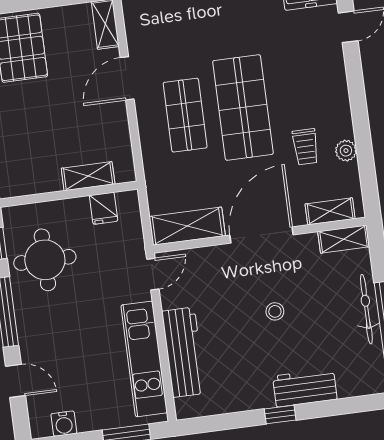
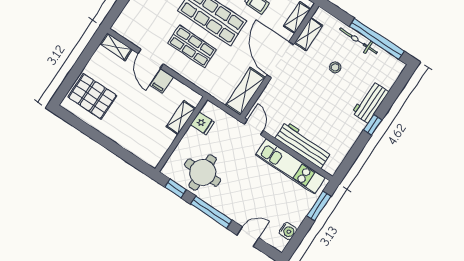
filing cabinet: (112, 115) -> (162, 81), added
shelving: (344, 239) -> (308, 34), moved
stool: (275, 311) -> (335, 67), moved

